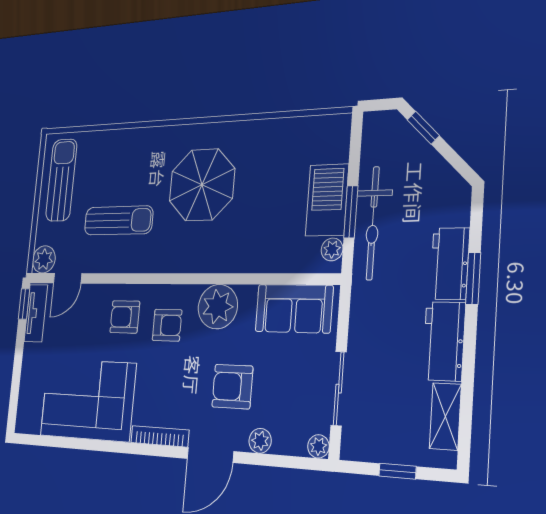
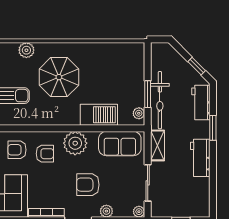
window: (423, 128) -> (197, 66), moved
plant: (156, 140) -> (26, 50), added
barbecue: (327, 200) -> (99, 115), moved, turned 90
workbench: (450, 264) -> (201, 103), moved
shelving: (445, 416) -> (158, 145), moved

